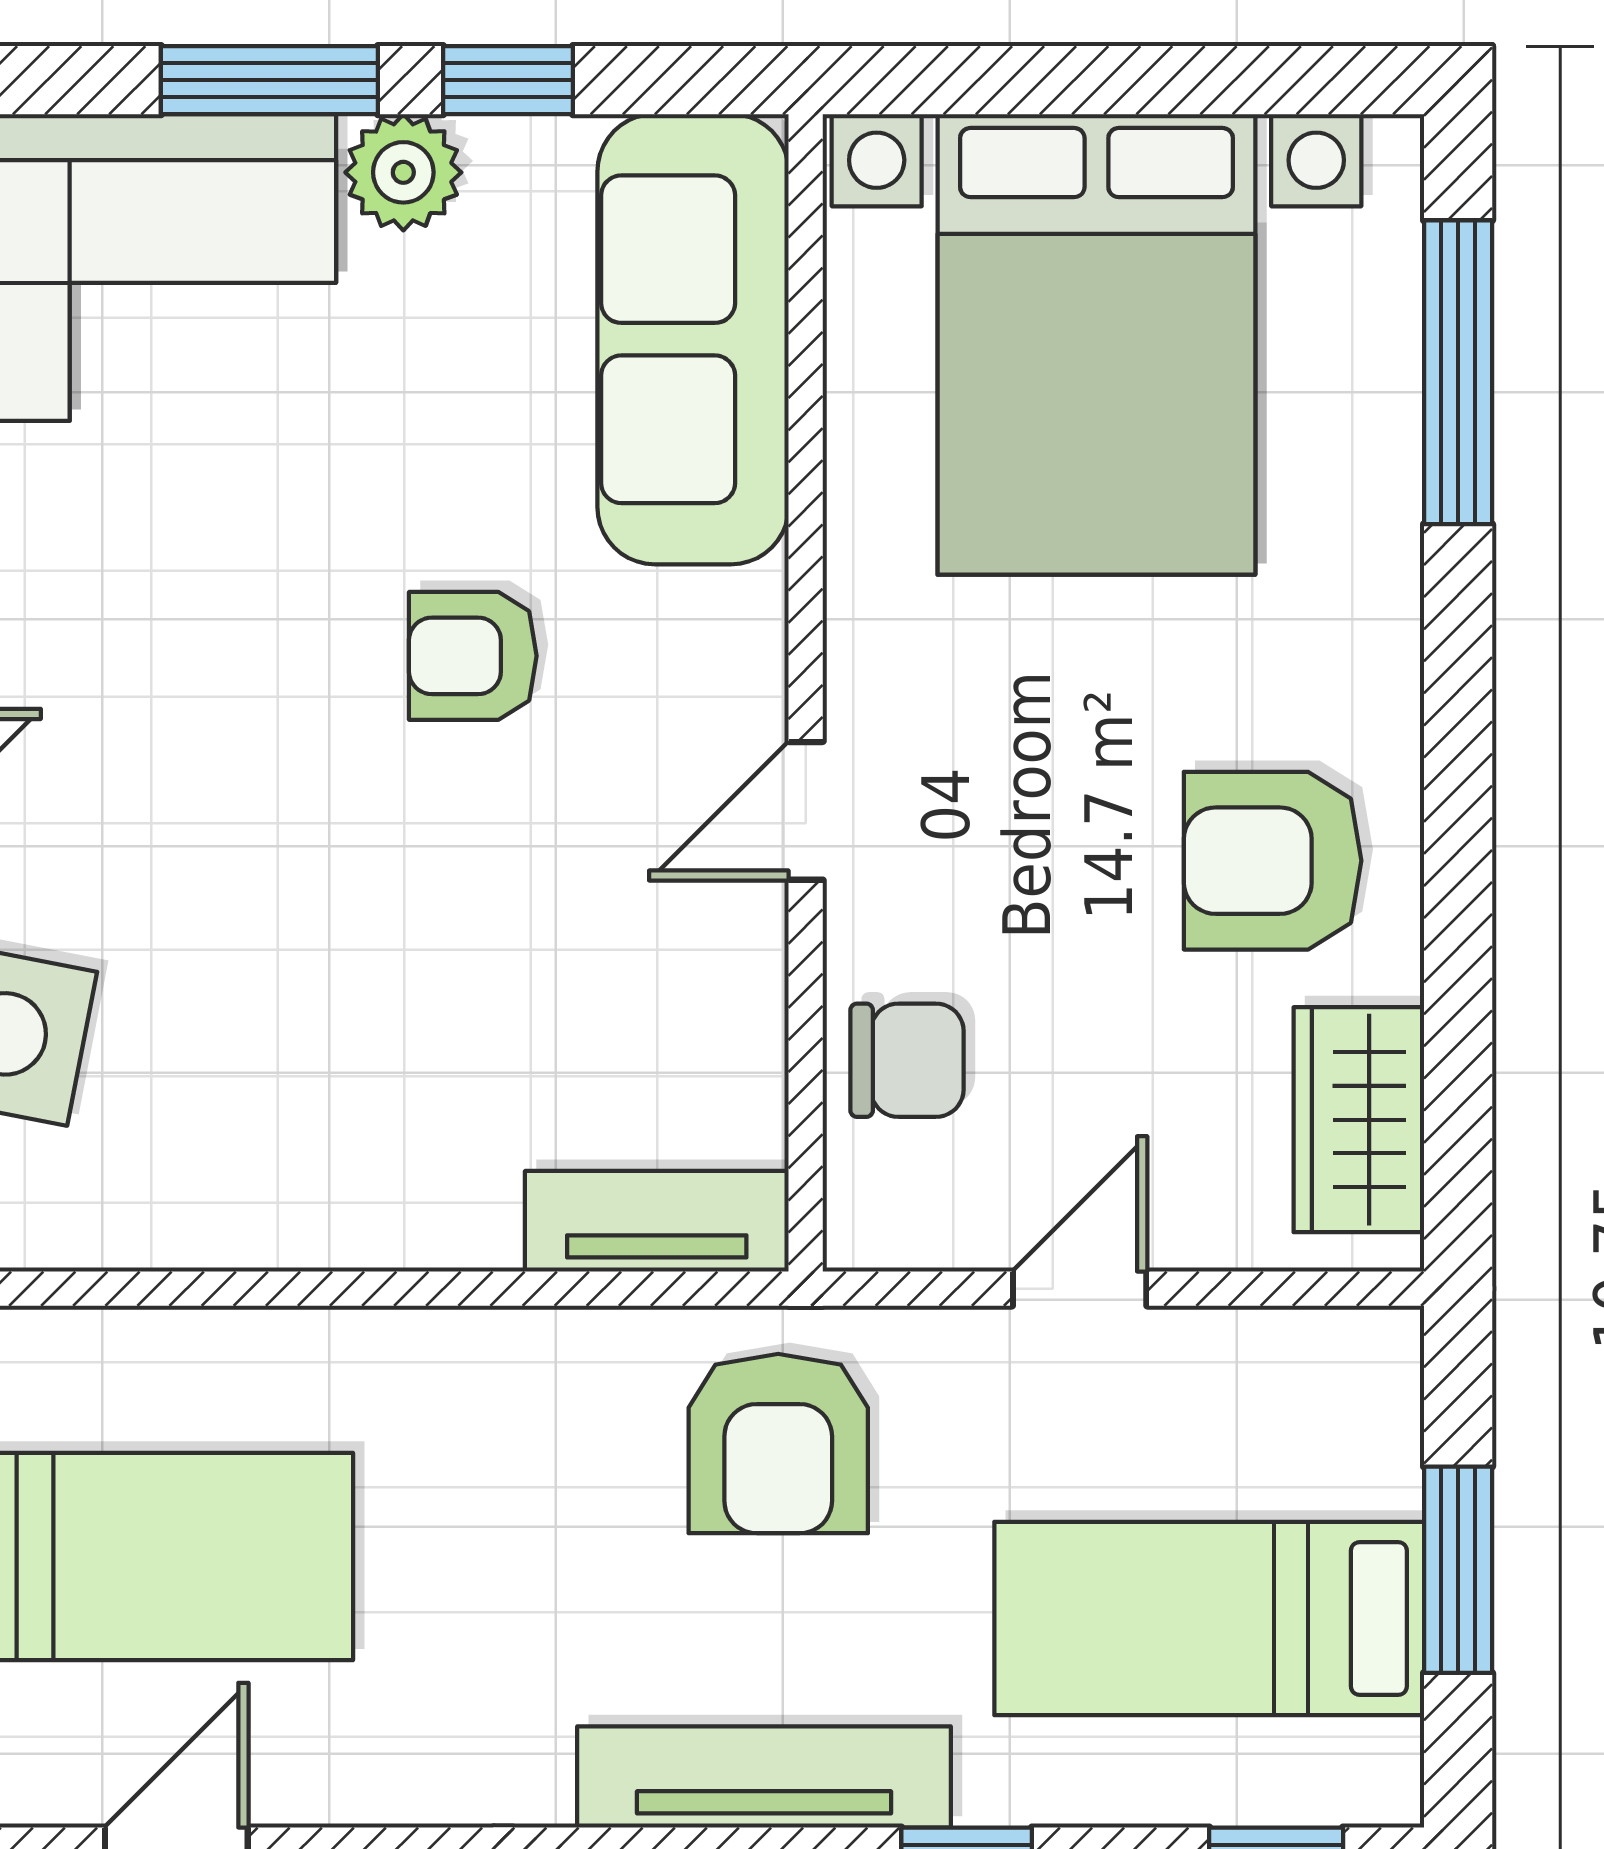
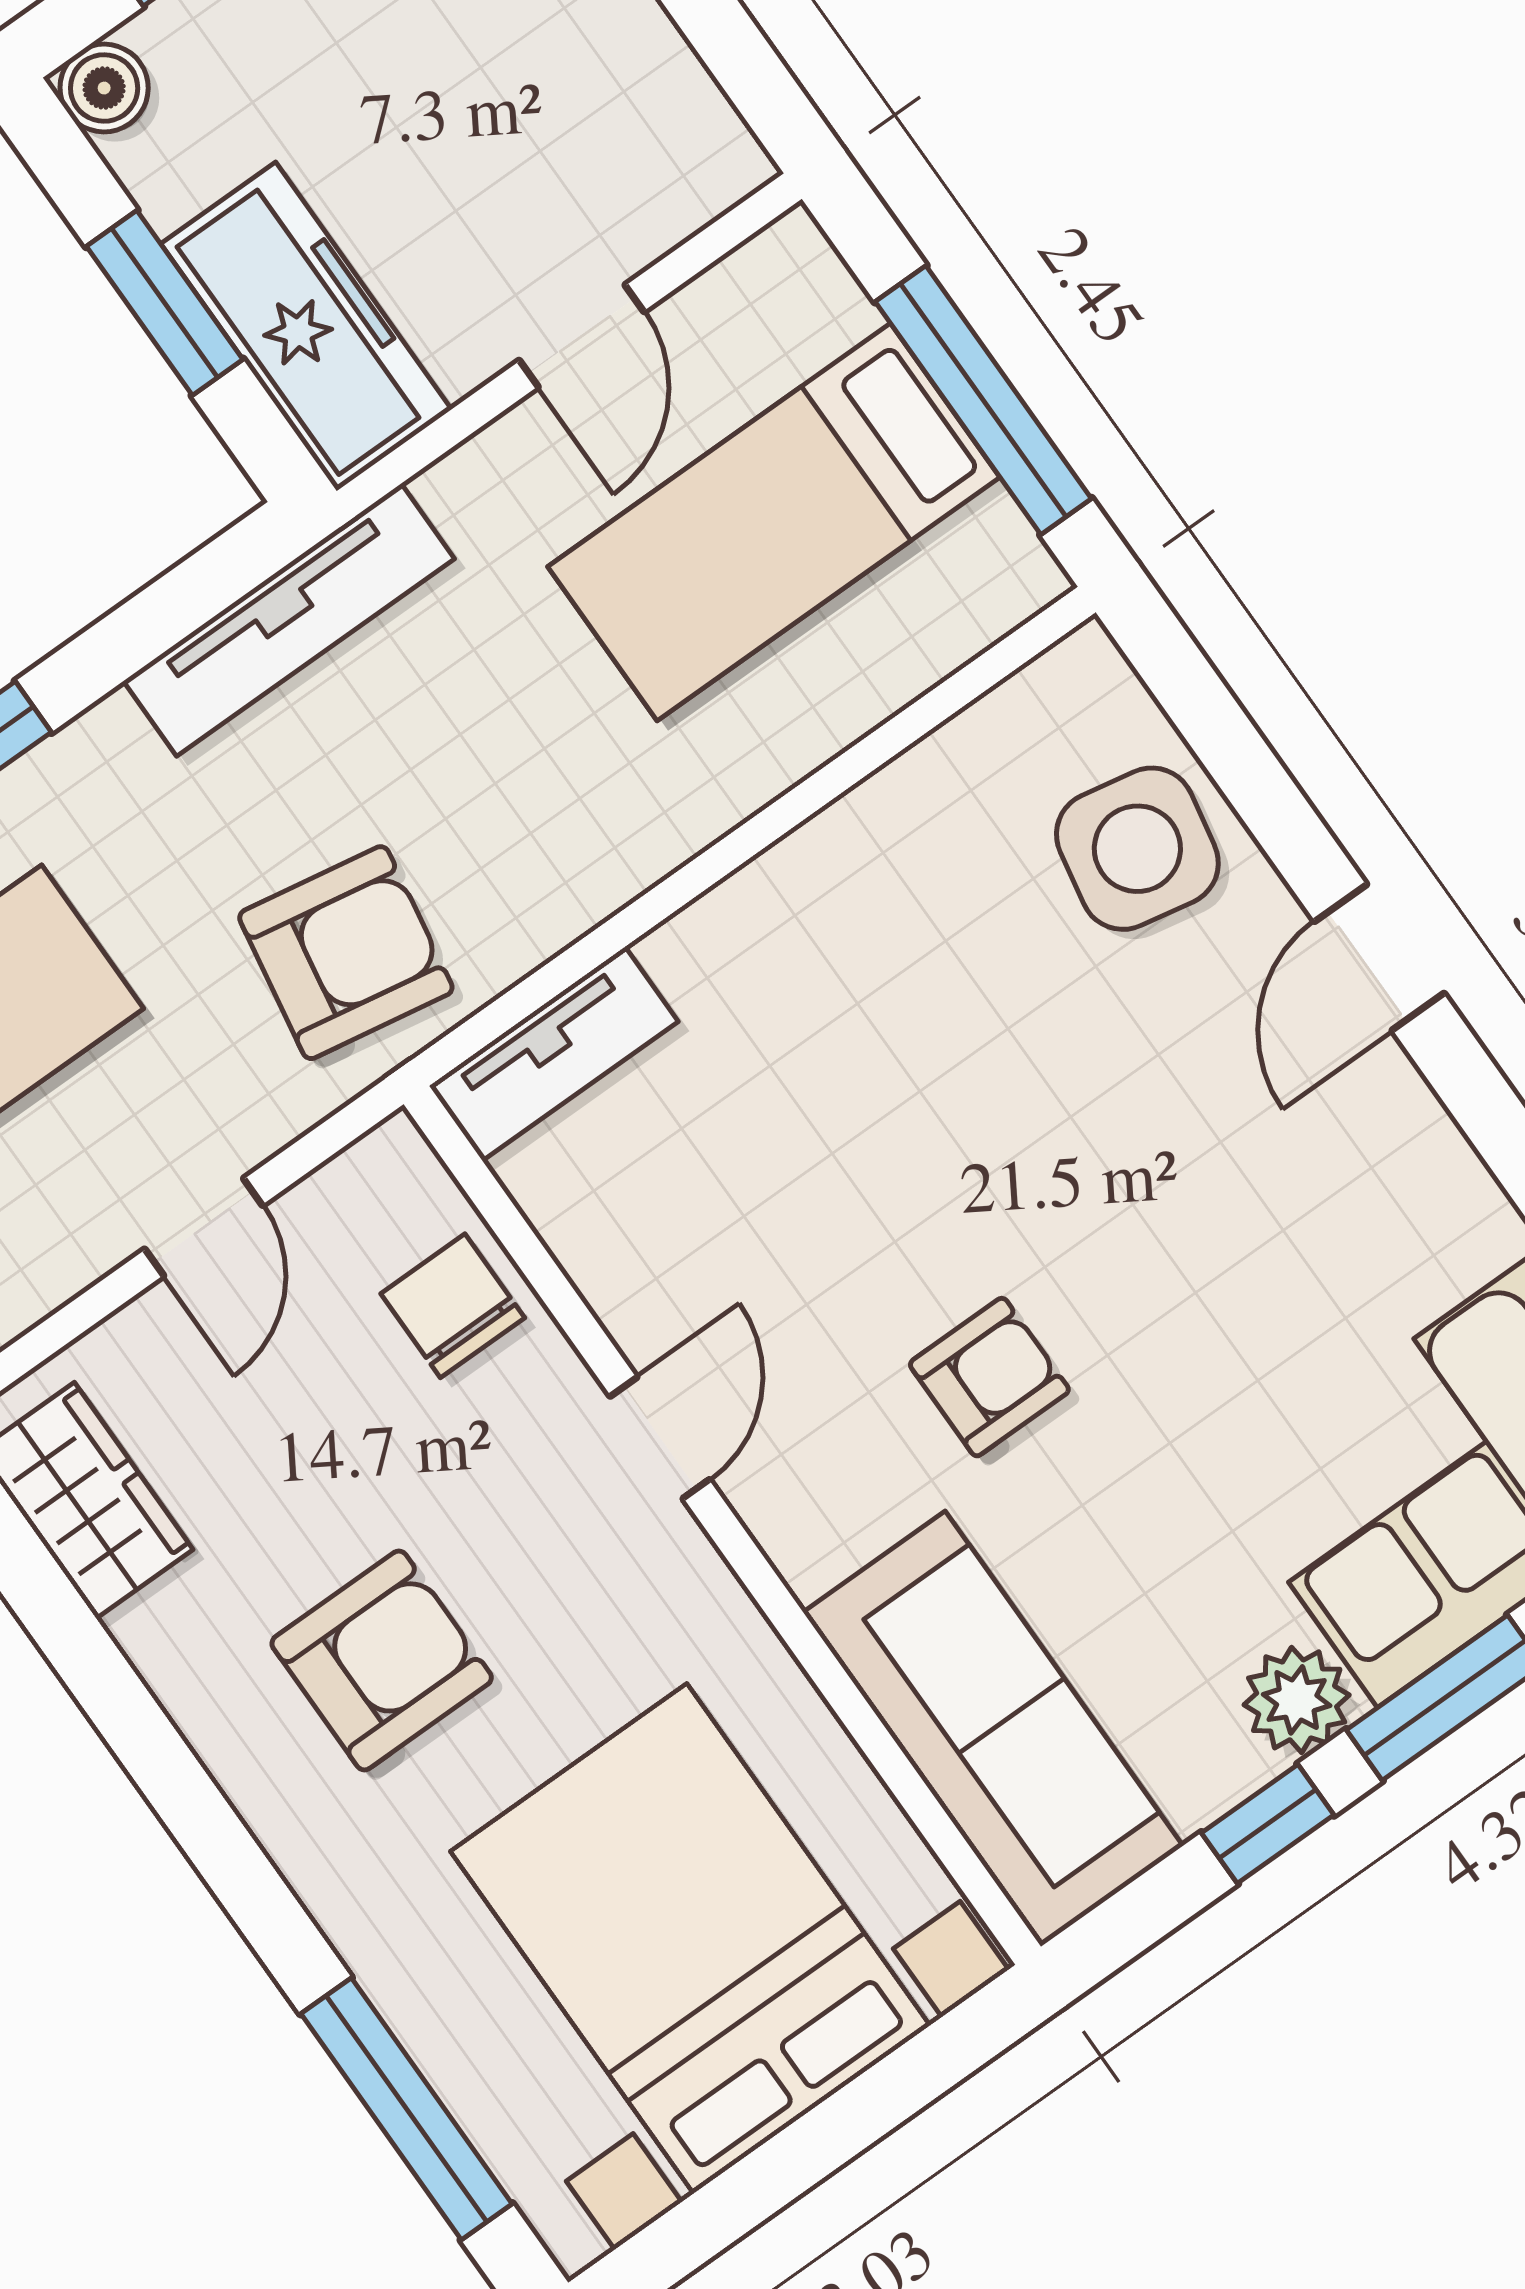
armchair: (1273, 861) -> (382, 1661), moved
chair: (907, 1060) -> (453, 1306), turned 90
armchair: (778, 1444) -> (346, 953), turned 100
tv unit: (764, 1777) -> (289, 620), moved

